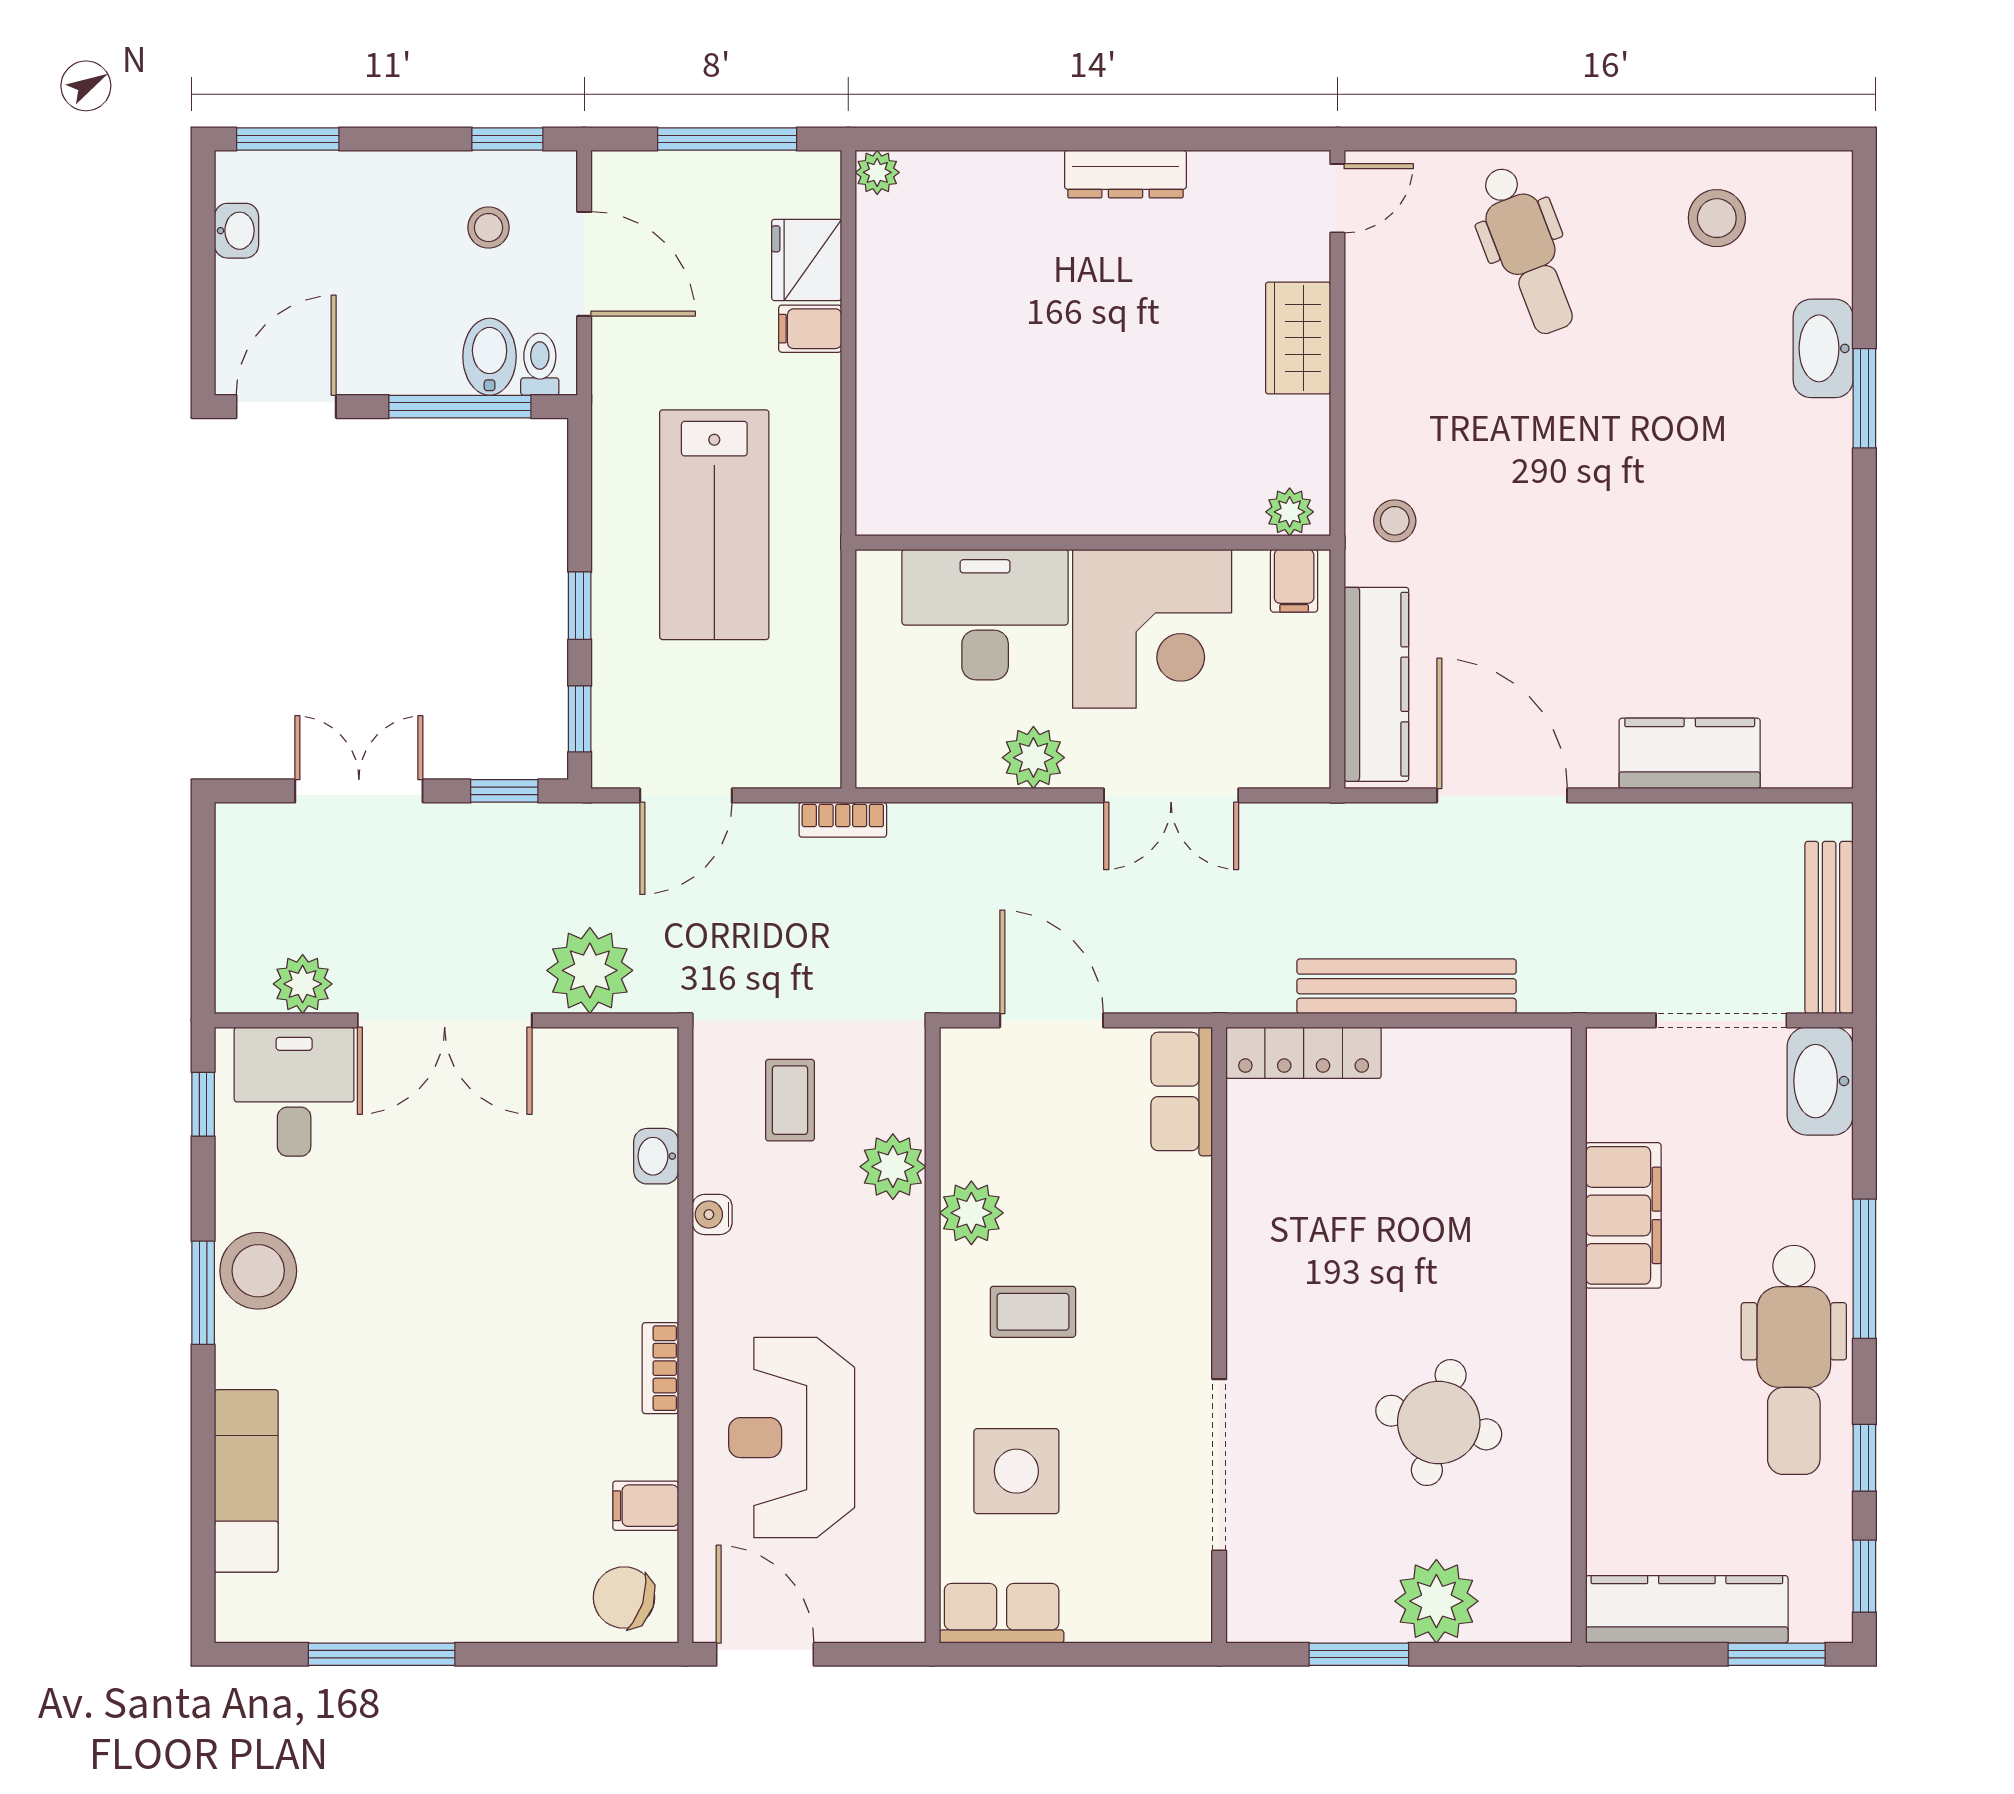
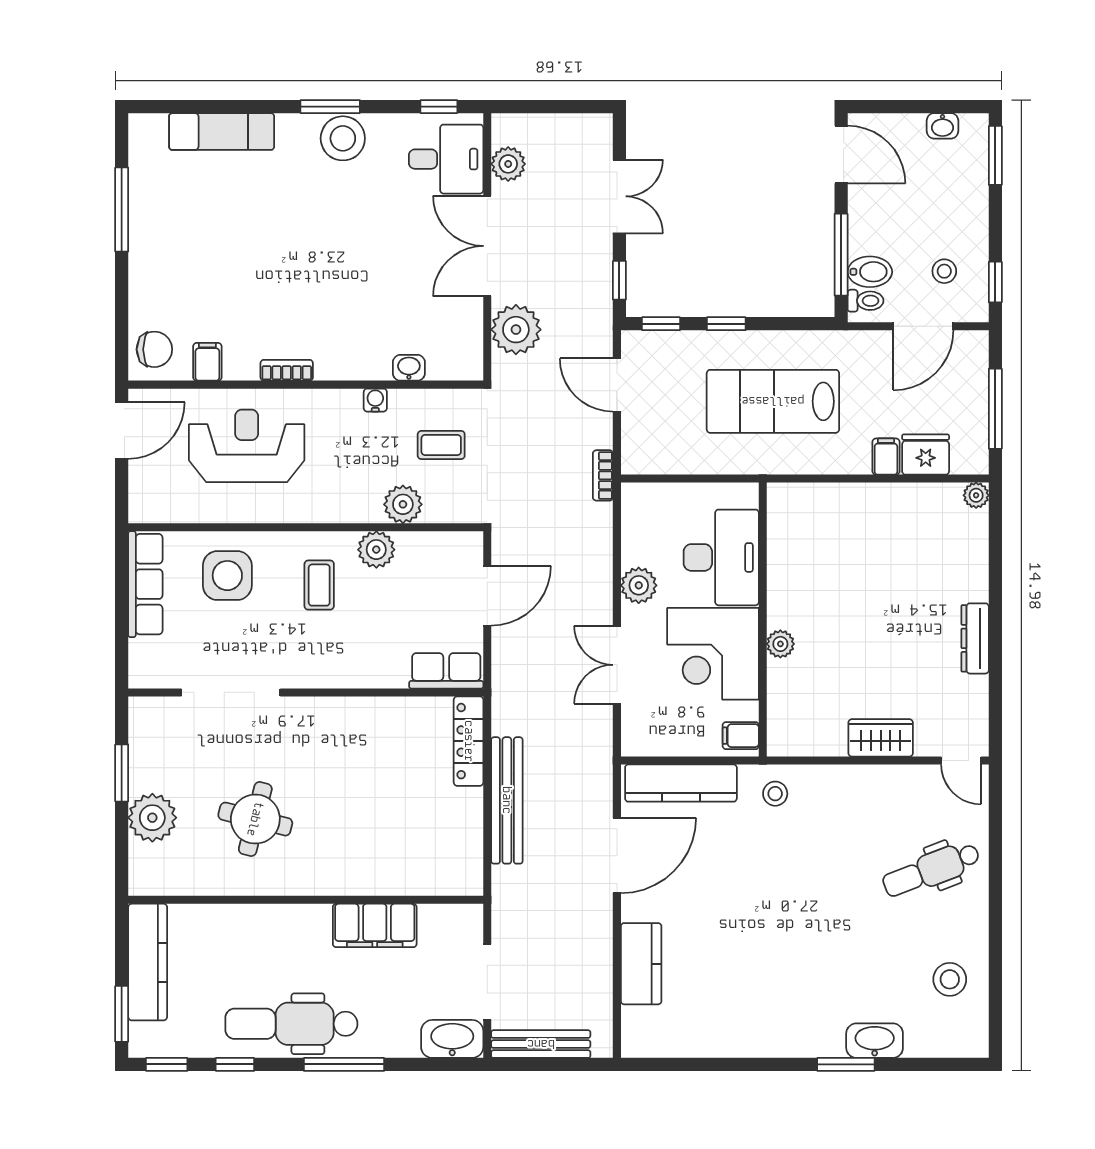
plant: (1290, 512) -> (780, 644), moved
chair: (624, 1597) -> (154, 349), turned 72
row of seats: (1002, 1613) -> (145, 584), width x1.48

